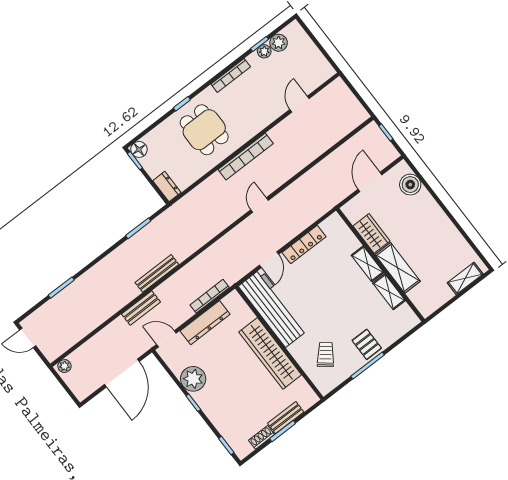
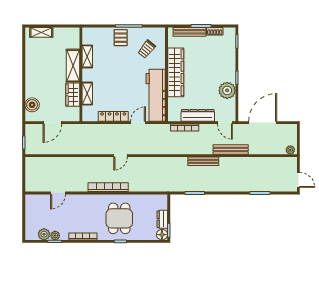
dresser: (167, 187) -> (162, 219), moved
shelving: (368, 264) -> (87, 94), moved
bench: (141, 308) -> (231, 149), width x1.36
bench: (286, 418) -> (189, 32), width x1.36

